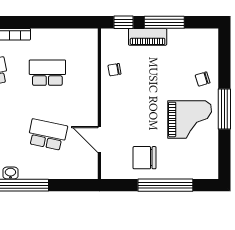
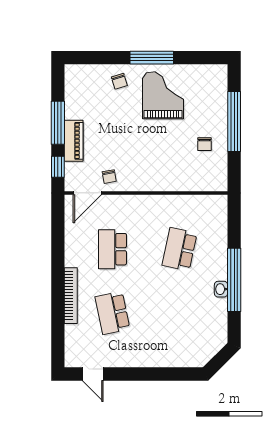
door: (99, 140) -> (87, 193), moved
chair: (145, 158) -> (204, 144), width x0.54, depth x0.54

